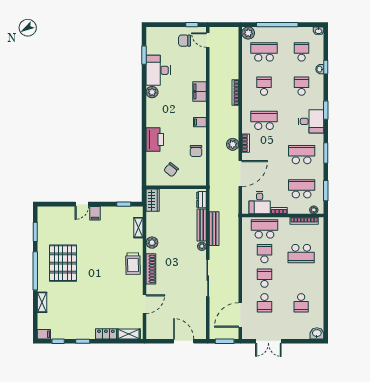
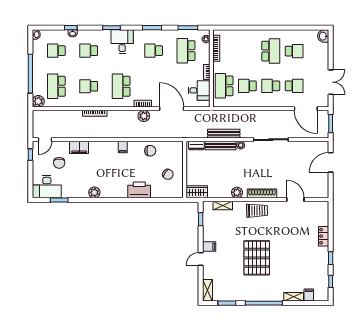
chair: (184, 41) -> (59, 163), moved
desk: (158, 70) -> (47, 187), moved
filing cabinet: (200, 91) -> (79, 147), moved
school desk: (302, 155) -> (154, 51), width x0.54
door: (82, 204) -> (201, 259), swing flipped
school desk: (301, 254) -> (271, 51), moved
pallet: (63, 263) -> (257, 258), moved, turned 90
filing cabinet: (44, 334) -> (309, 295), moved
shelving: (129, 334) -> (208, 290), moved

